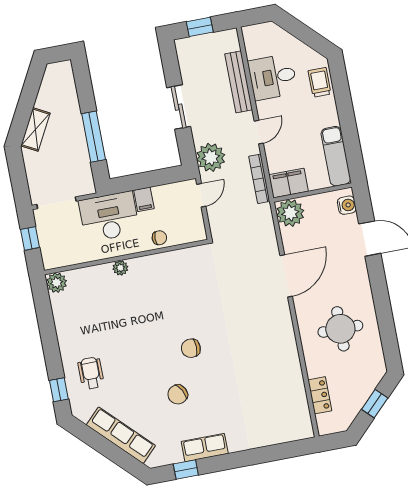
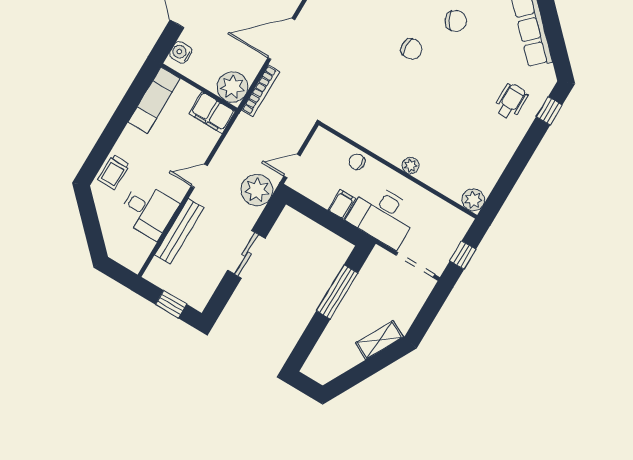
bookcase: (259, 179) -> (261, 91), moved
wheelchair: (91, 373) -> (511, 101), turned 180

